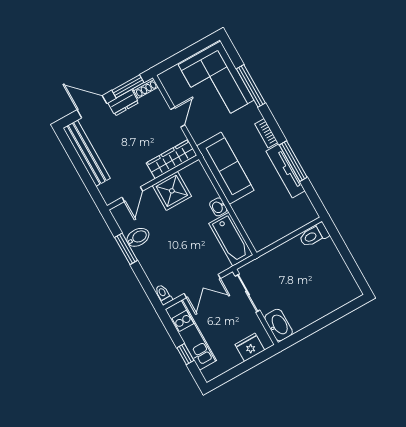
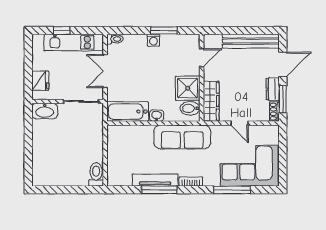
door: (132, 194) -> (202, 58), swing flipped
bidet: (138, 237) -> (190, 108), moved, turned 90
washing machine: (142, 254) -> (153, 40), added

